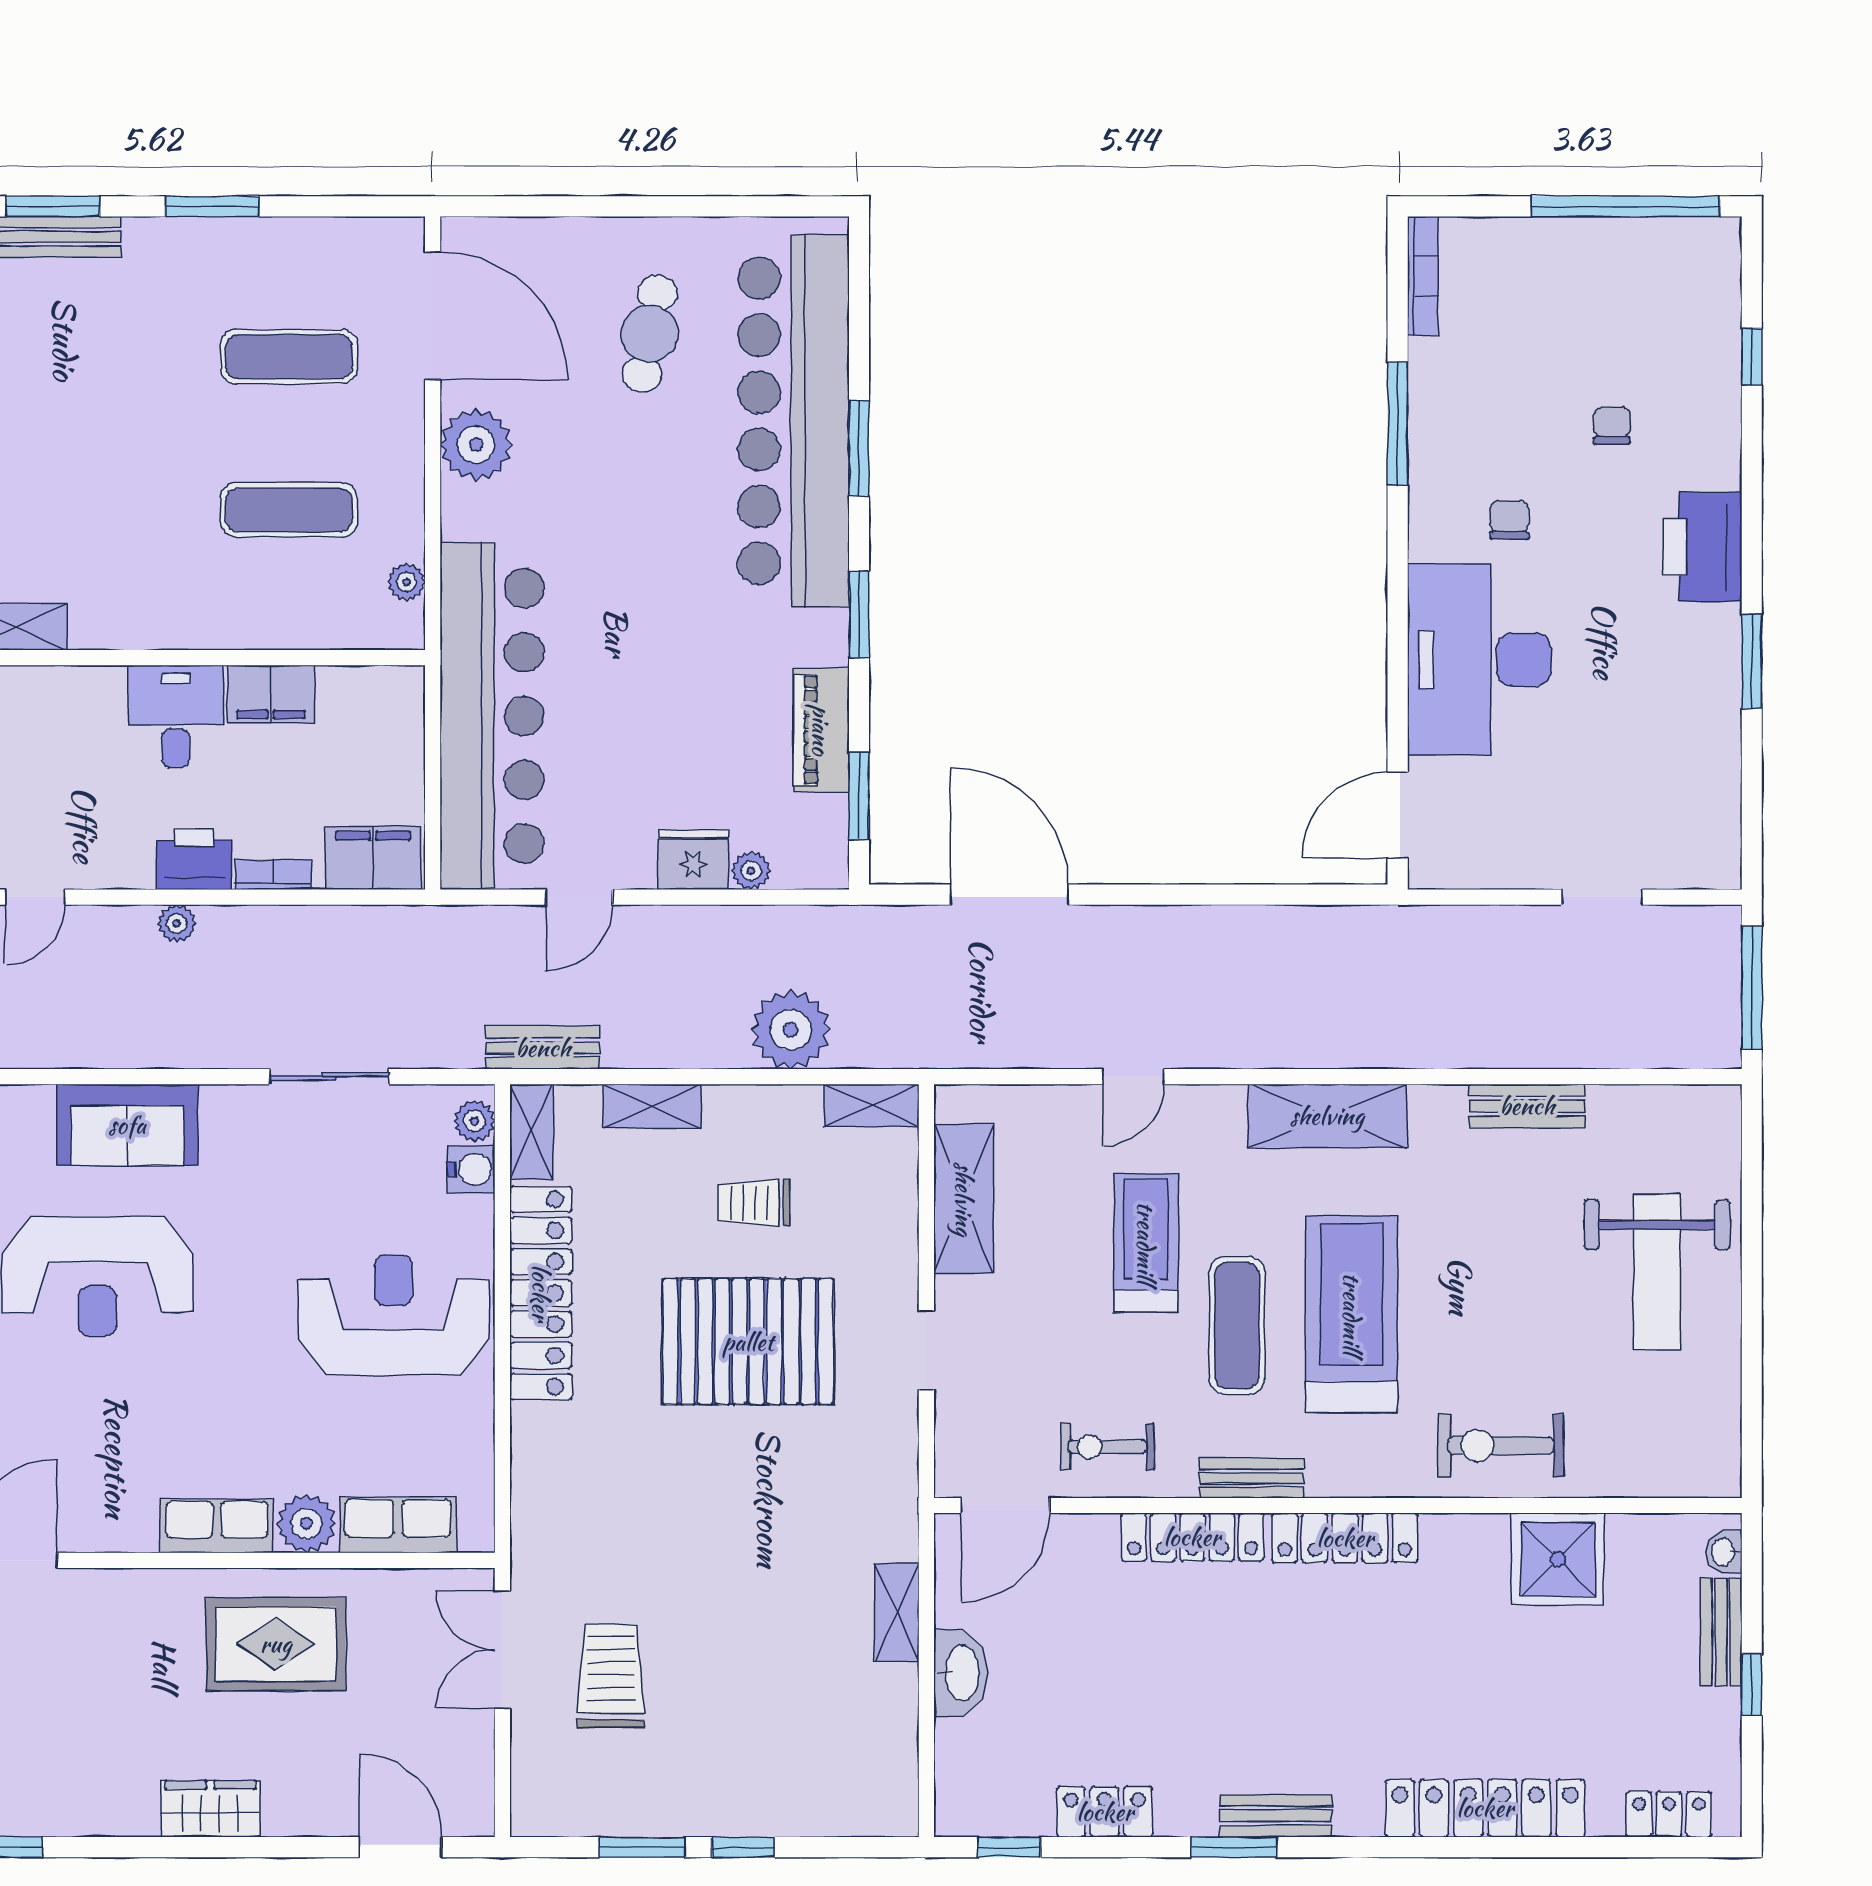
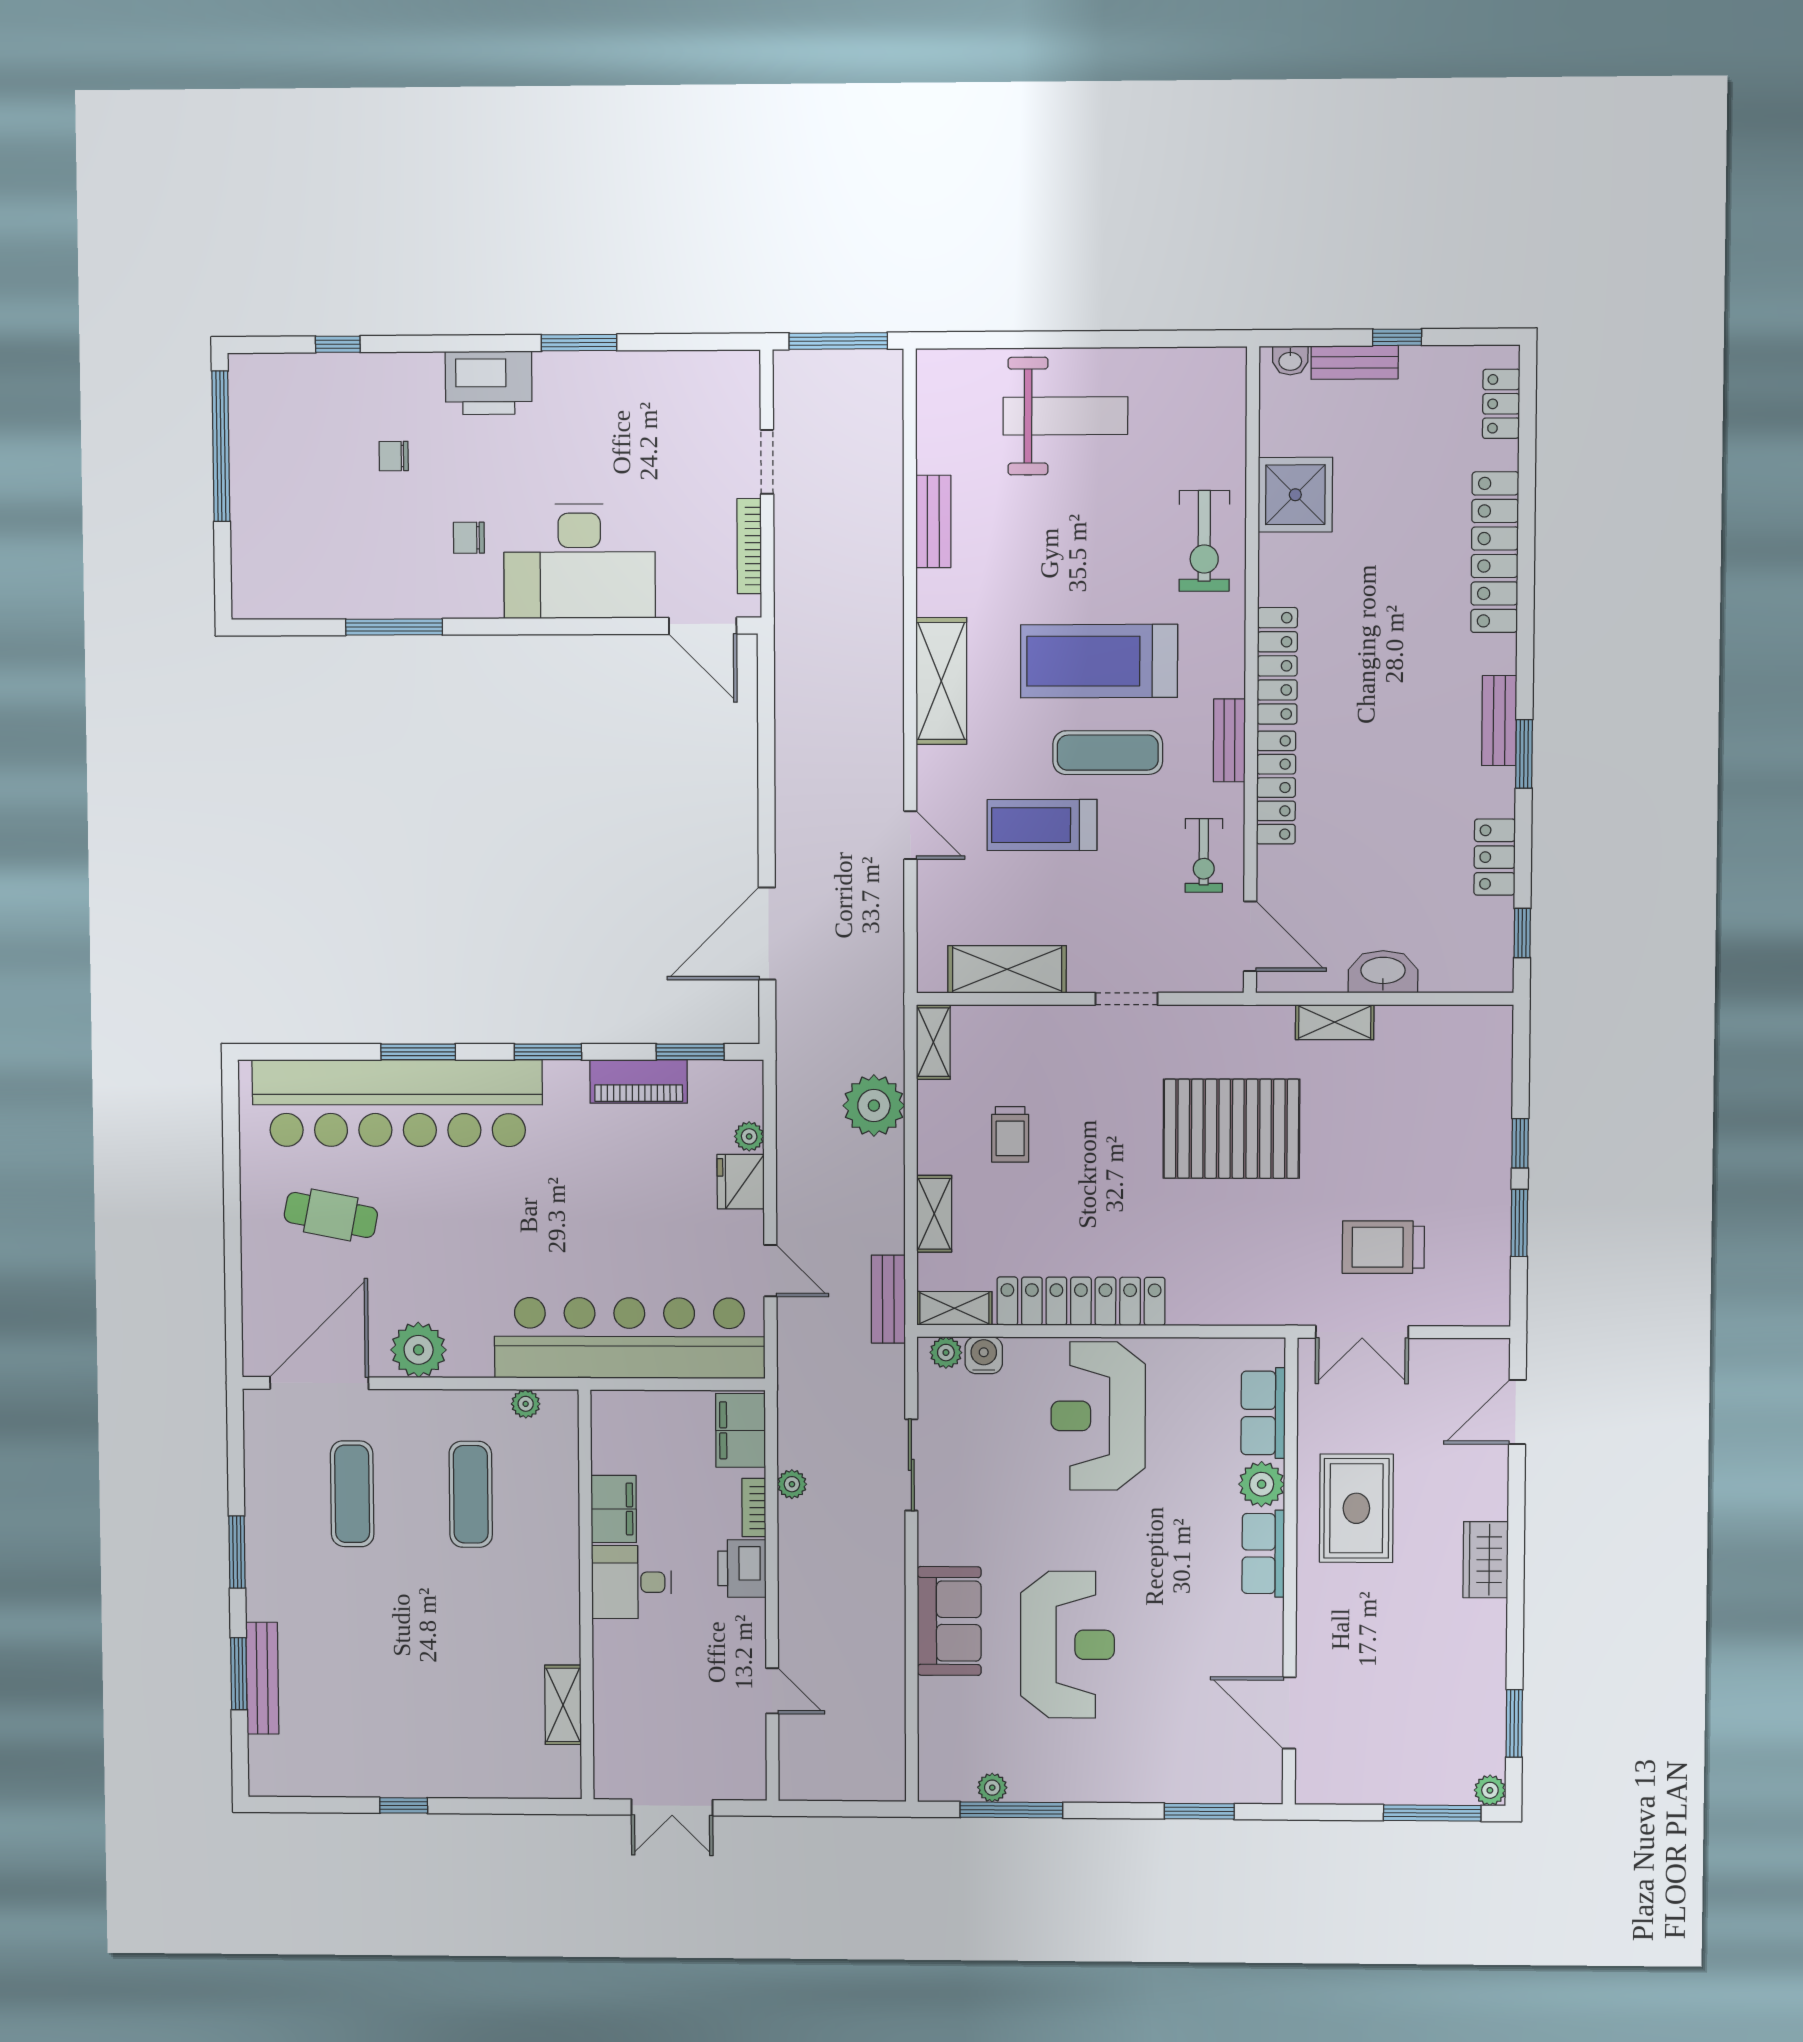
bookcase: (1423, 276) -> (749, 546), moved, turned -90
plant: (177, 923) -> (792, 1484), moved
pallet: (748, 1342) -> (1231, 1129), moved, turned 90

